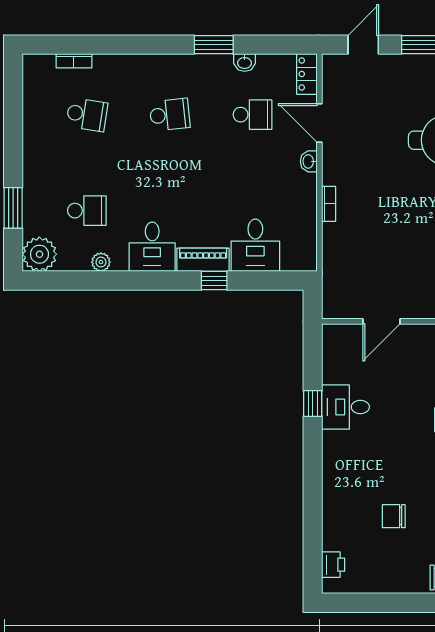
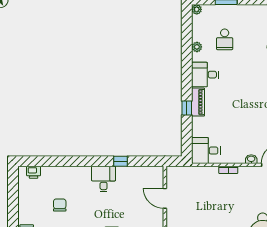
desk: (255, 245) -> (206, 151), moved
plant: (39, 254) -> (197, 9), width x0.53, depth x0.53
desk: (346, 407) -> (104, 179), moved

